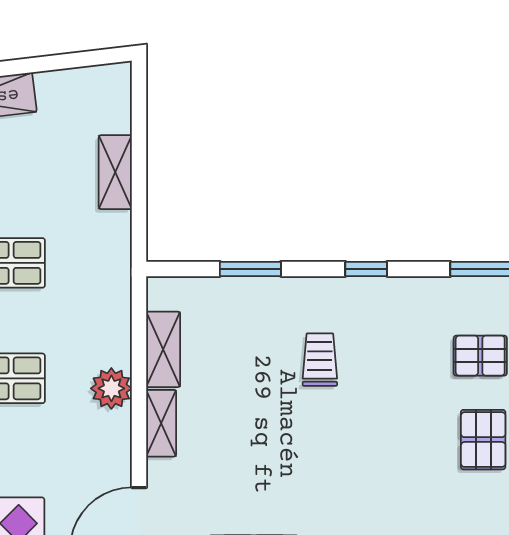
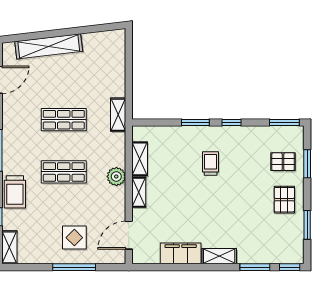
shelving: (115, 172) -> (118, 115), moved
window: (250, 269) -> (195, 123), moved

